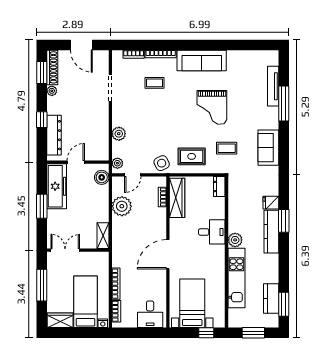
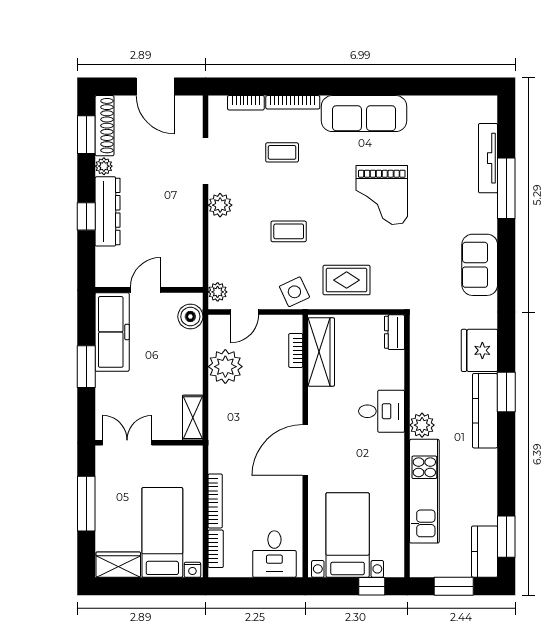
plant: (119, 134) -> (220, 205), moved
dresser: (54, 135) -> (108, 211), moved
coffee table: (227, 148) -> (289, 231), moved
fridge: (271, 203) -> (479, 350), width x1.88, depth x1.34
kitchen counter: (271, 299) -> (485, 552), moved

